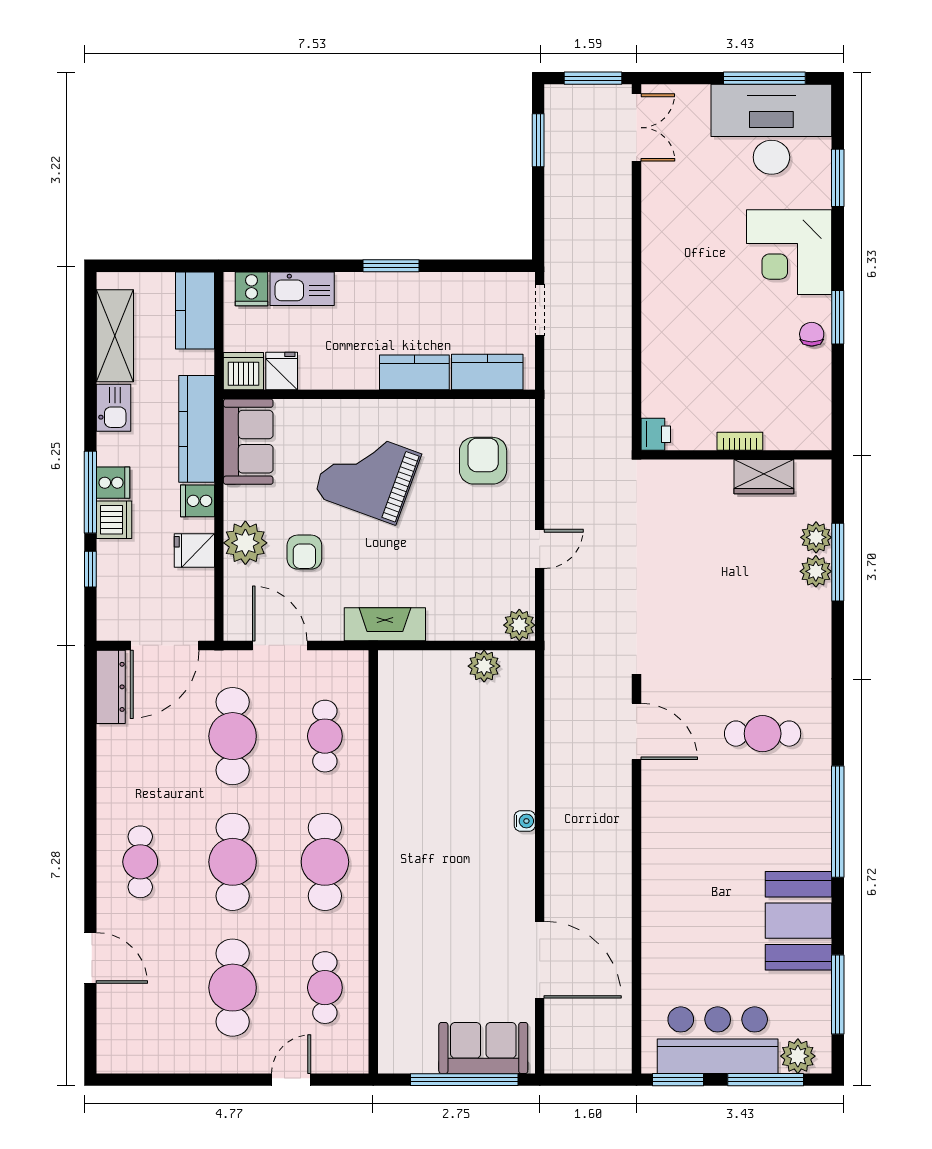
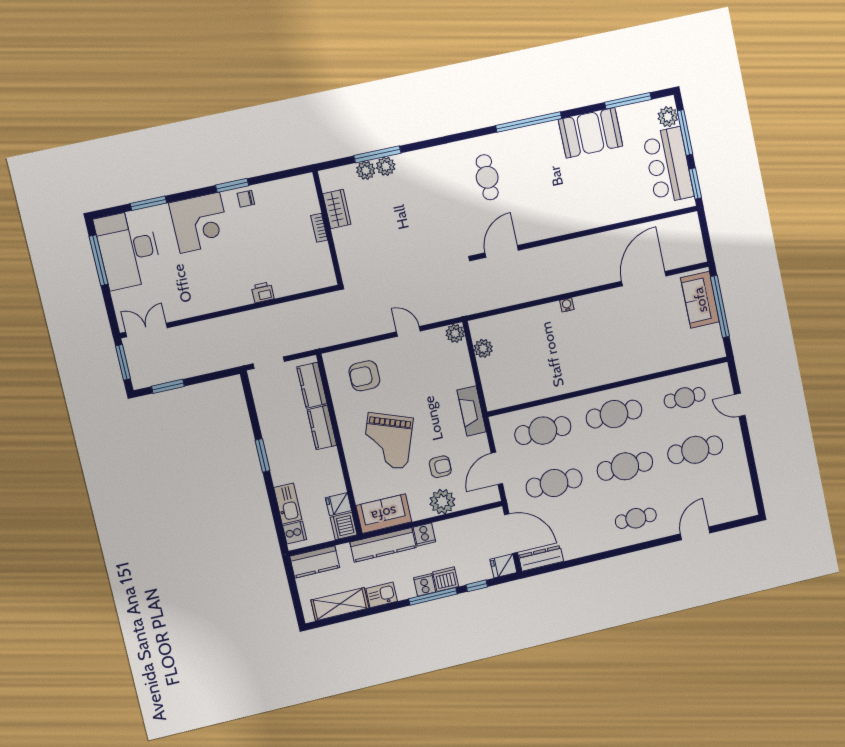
printer: (656, 434) -> (263, 292), moved
fridge: (194, 551) -> (503, 566), moved, turned 90
cafe table: (325, 736) -> (543, 431), width x1.37, depth x1.35

